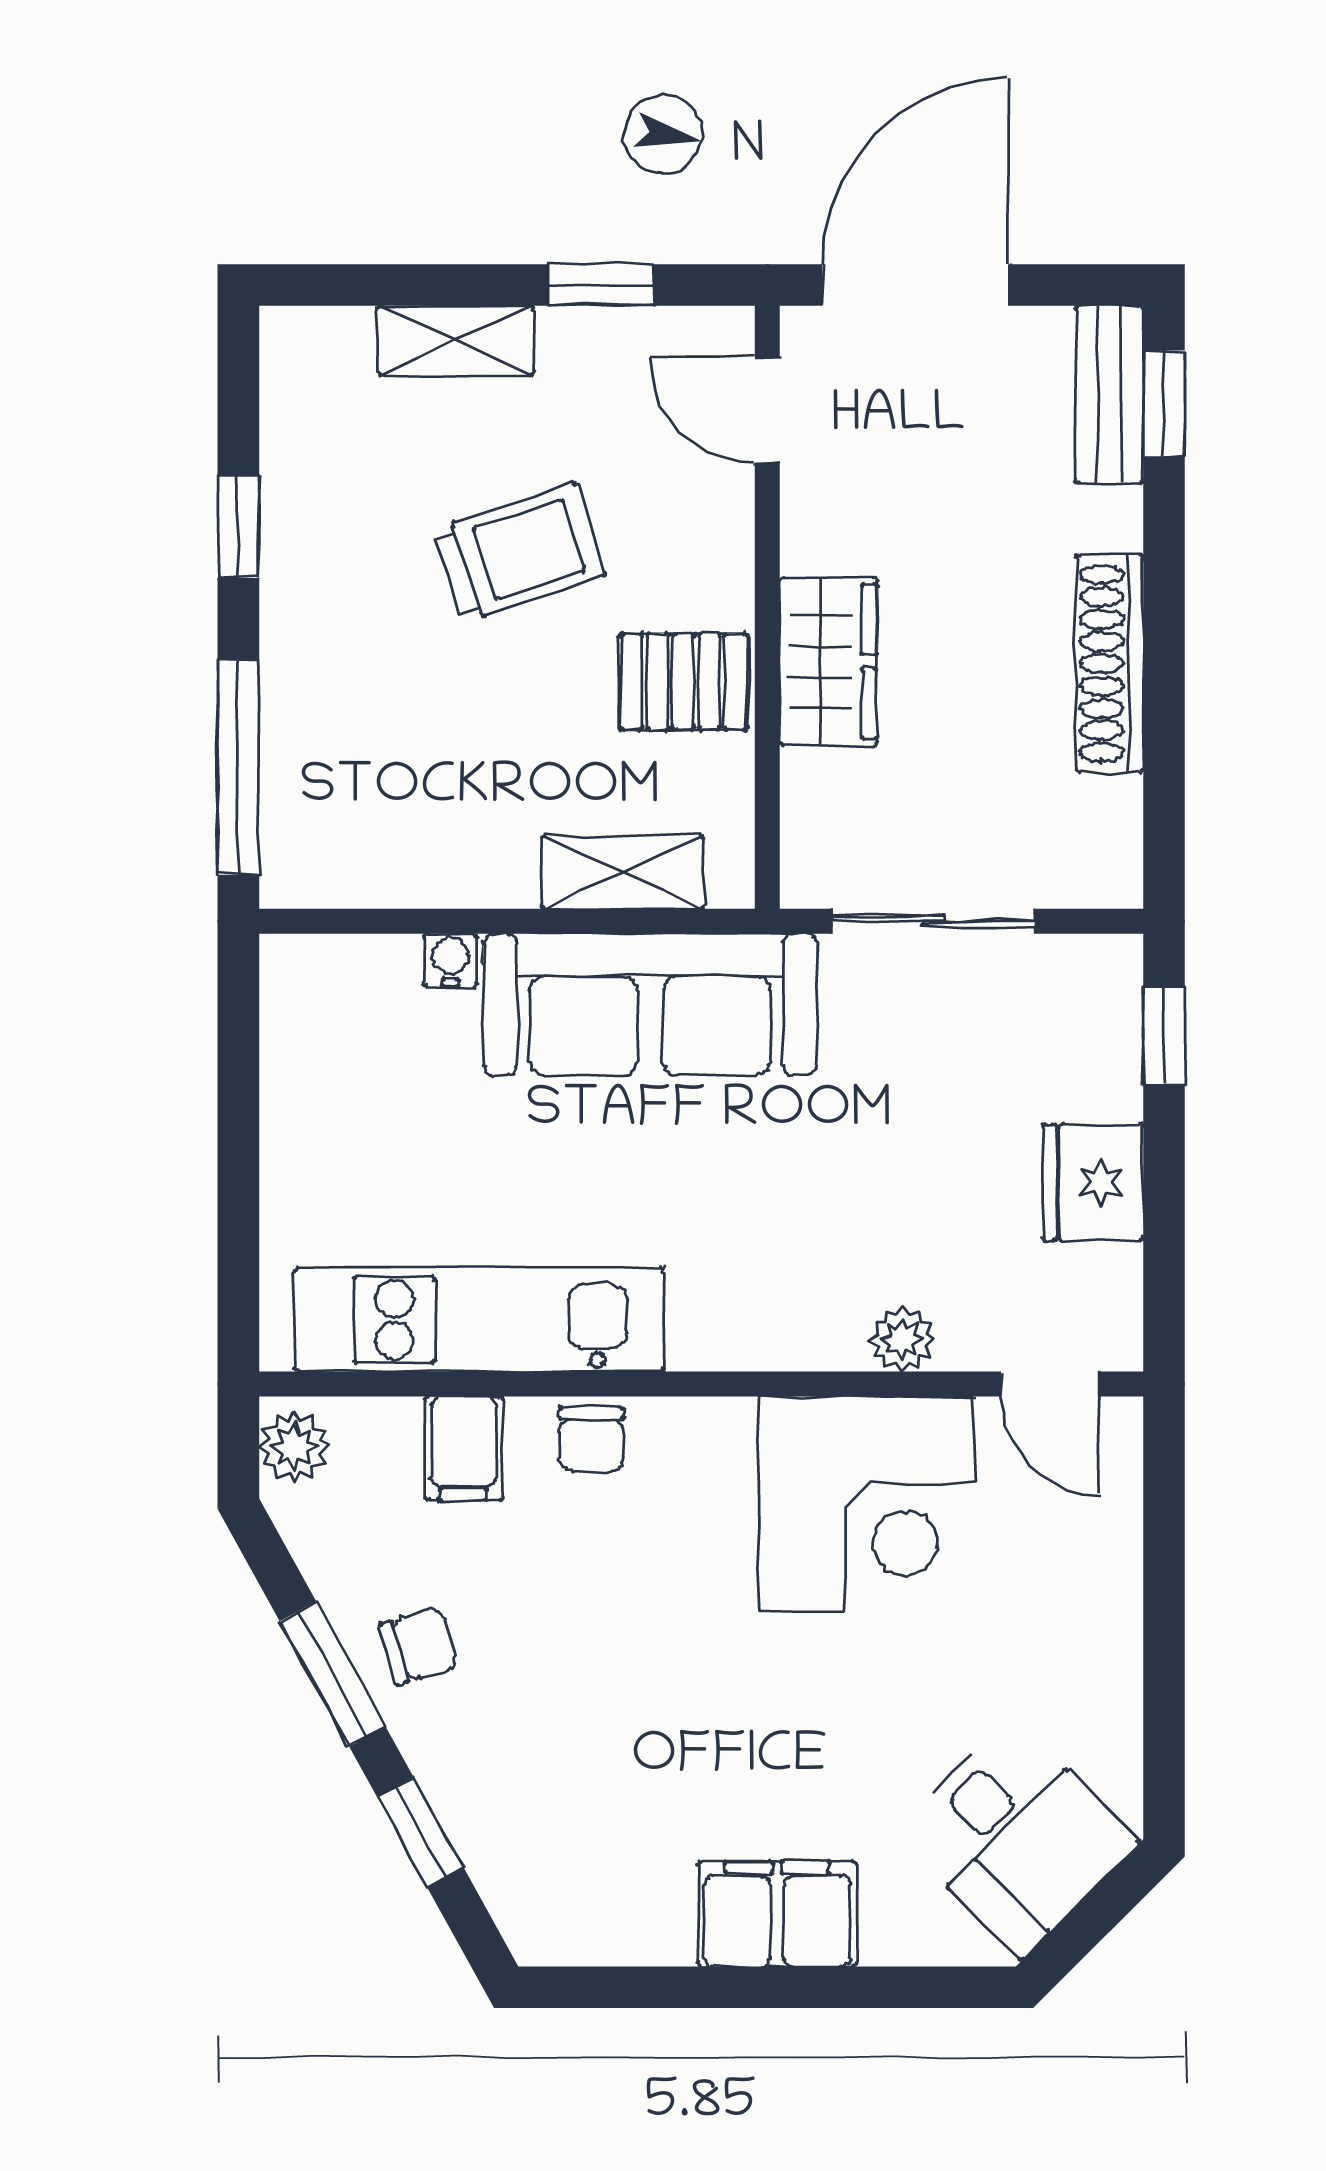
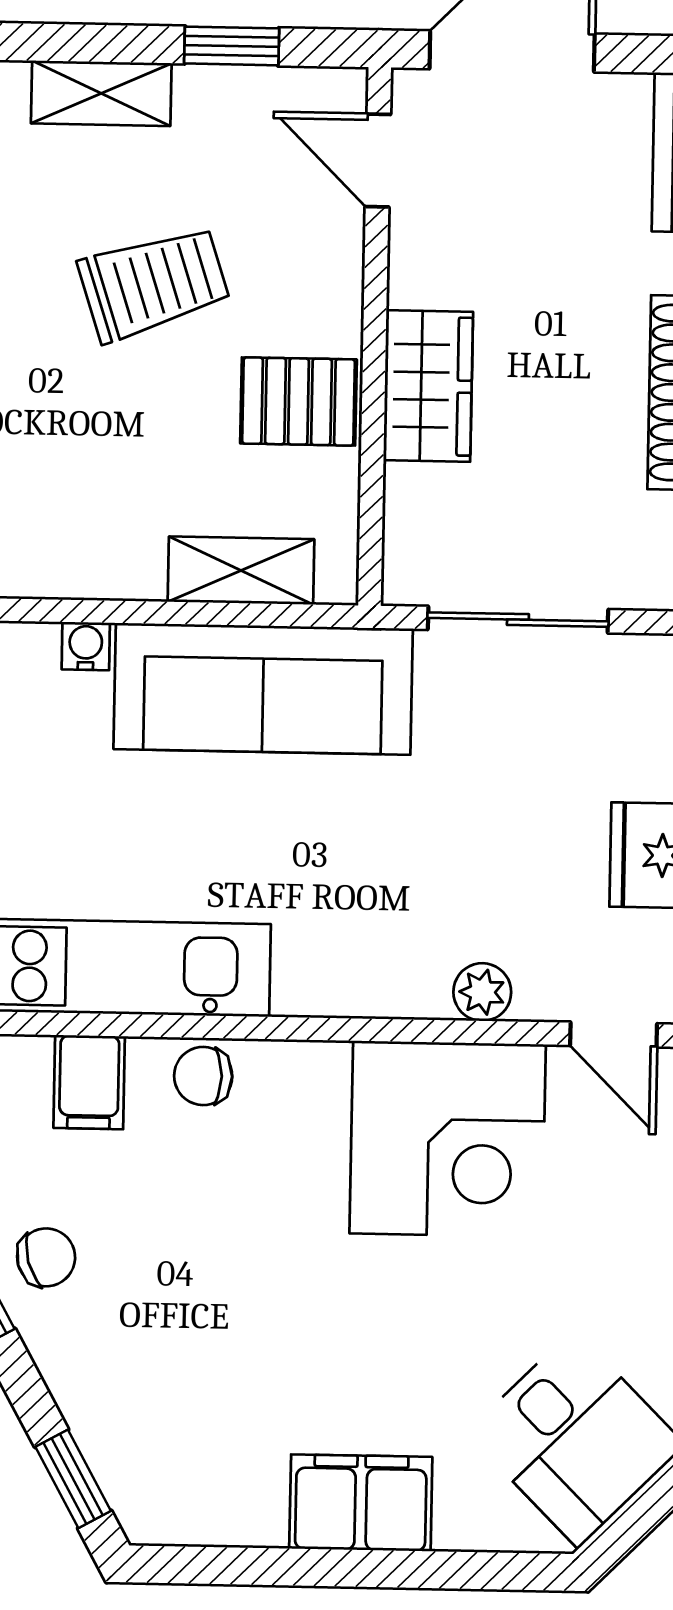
chair: (591, 1439) -> (203, 1076), turned 90
window: (421, 1832) -> (73, 1479), moved

